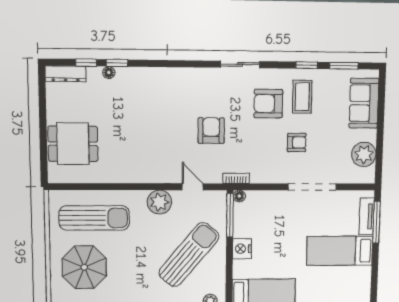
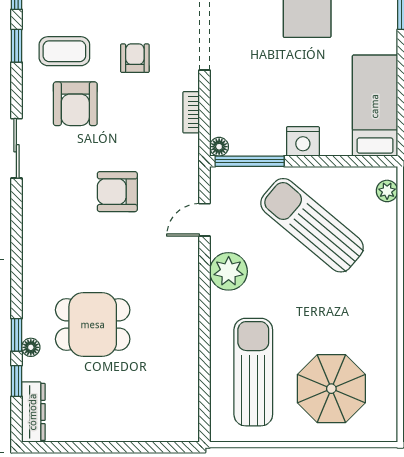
dining table: (73, 144) -> (93, 325), moved, turned 90
bookcase: (236, 178) -> (191, 112), moved

